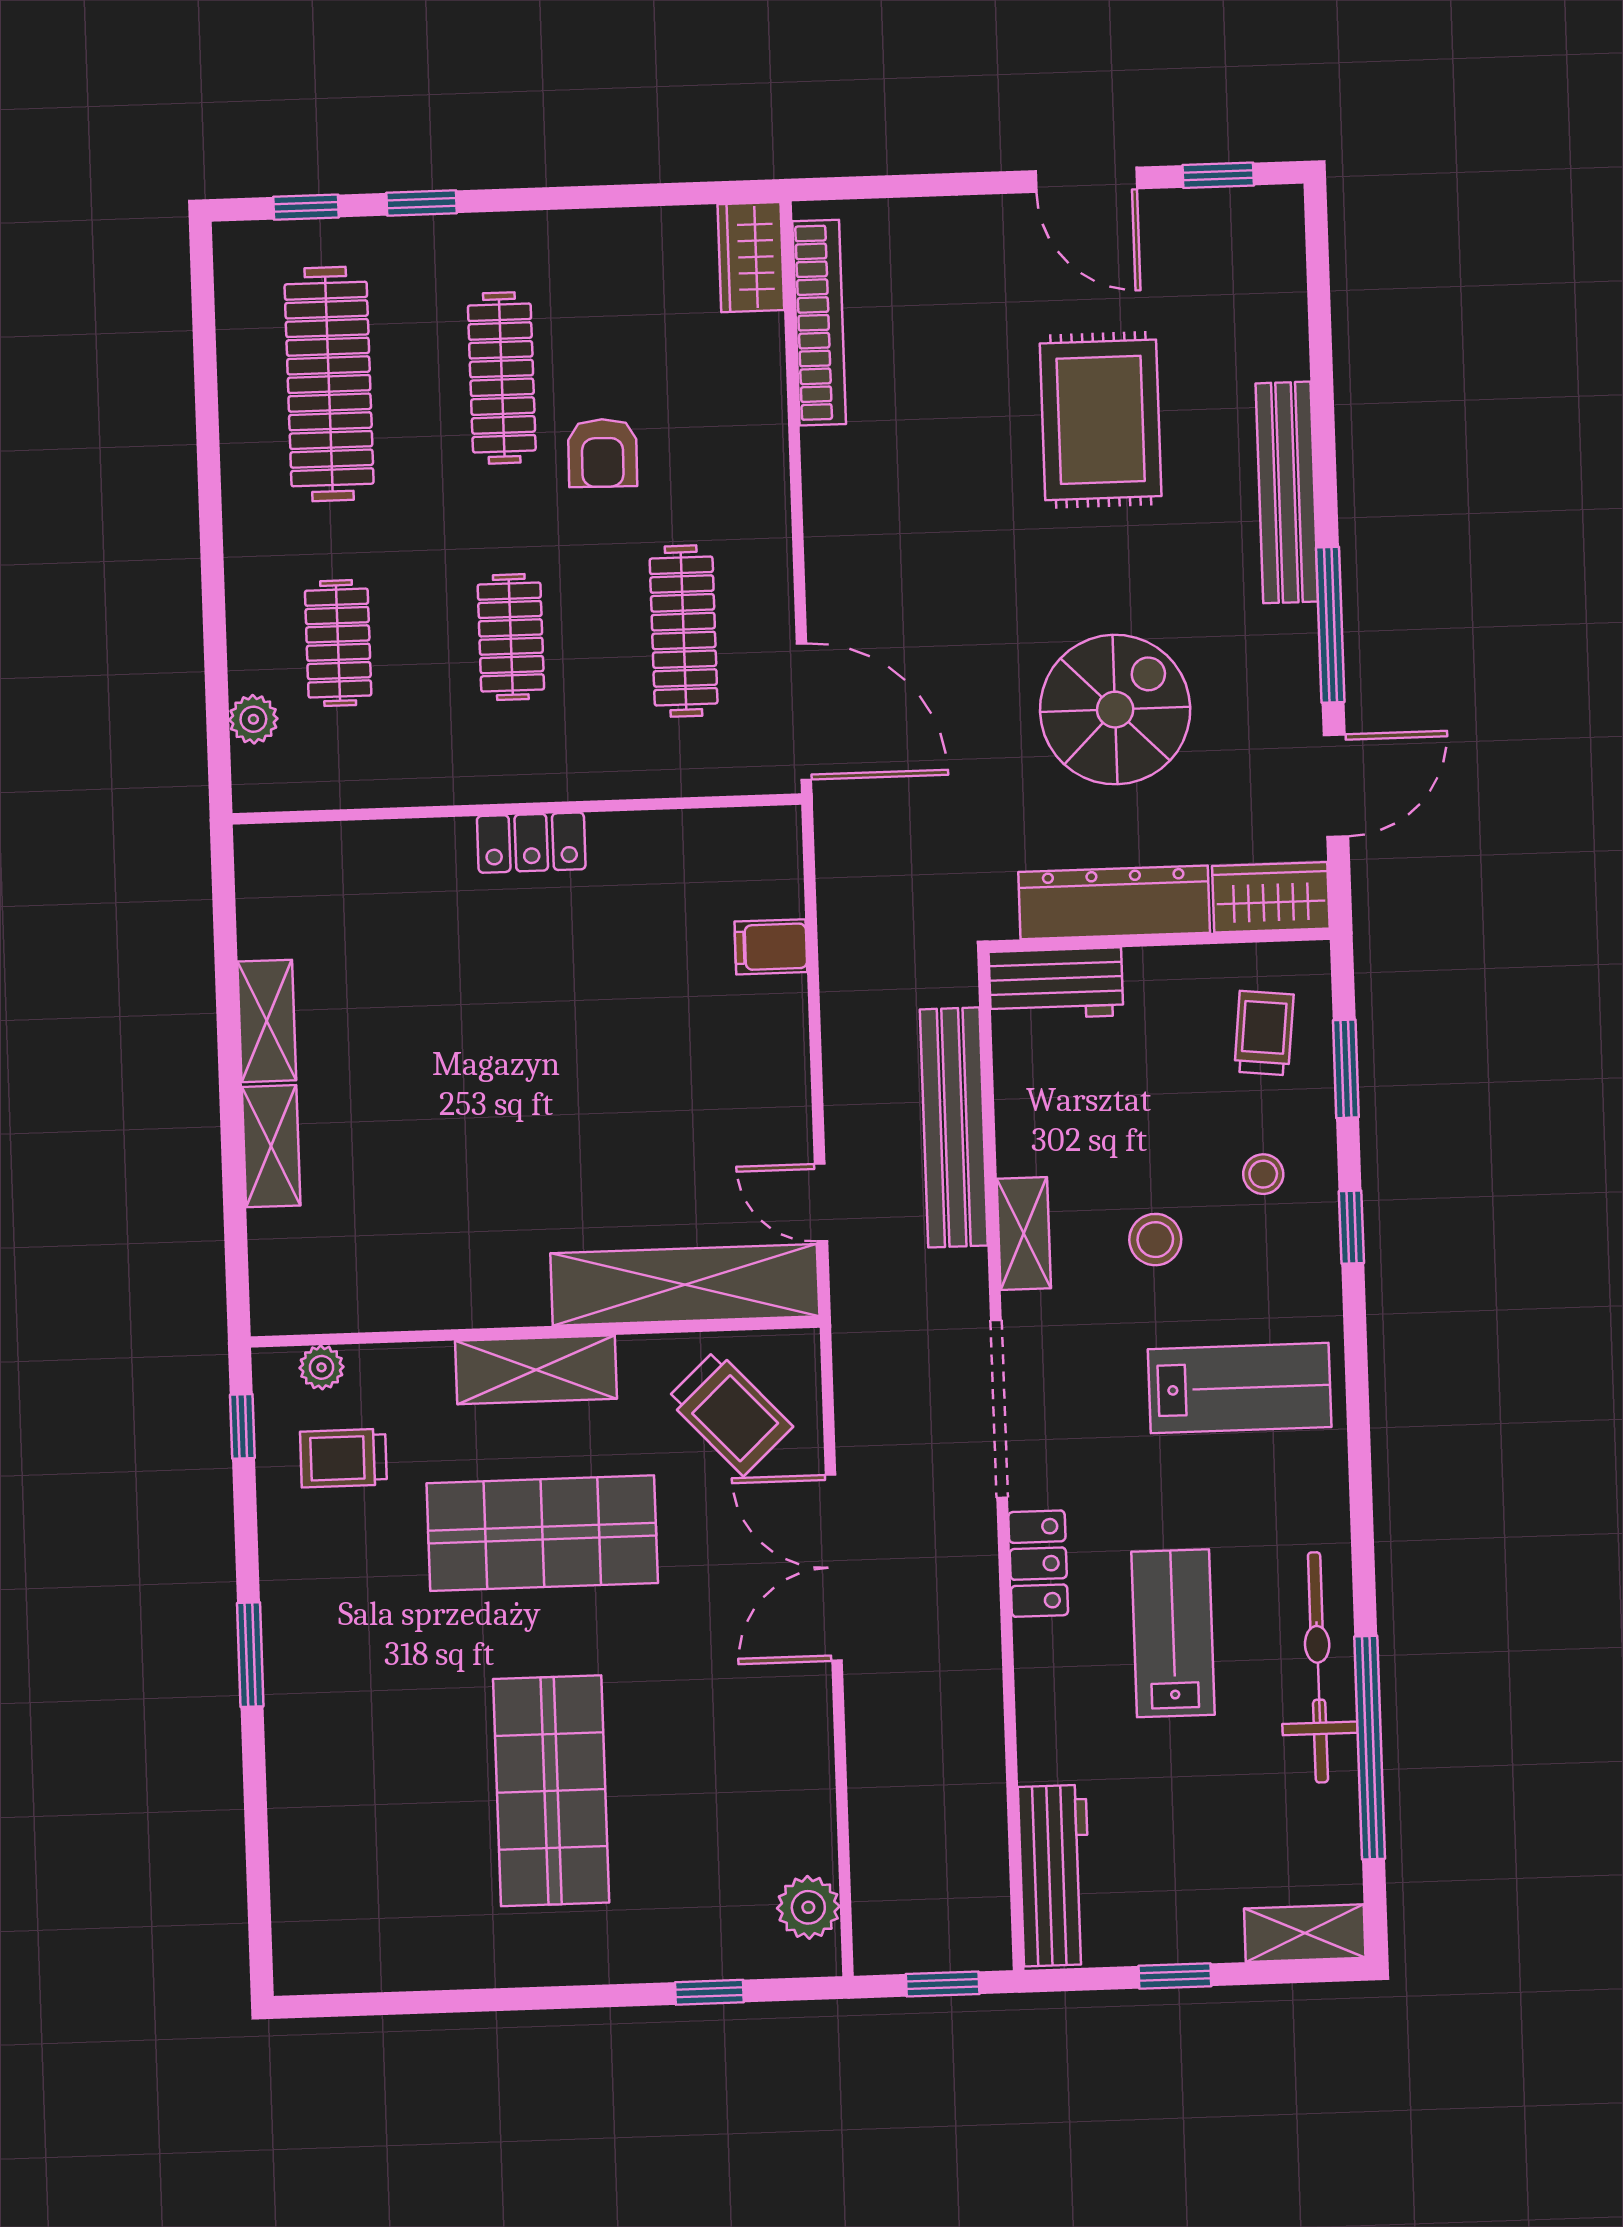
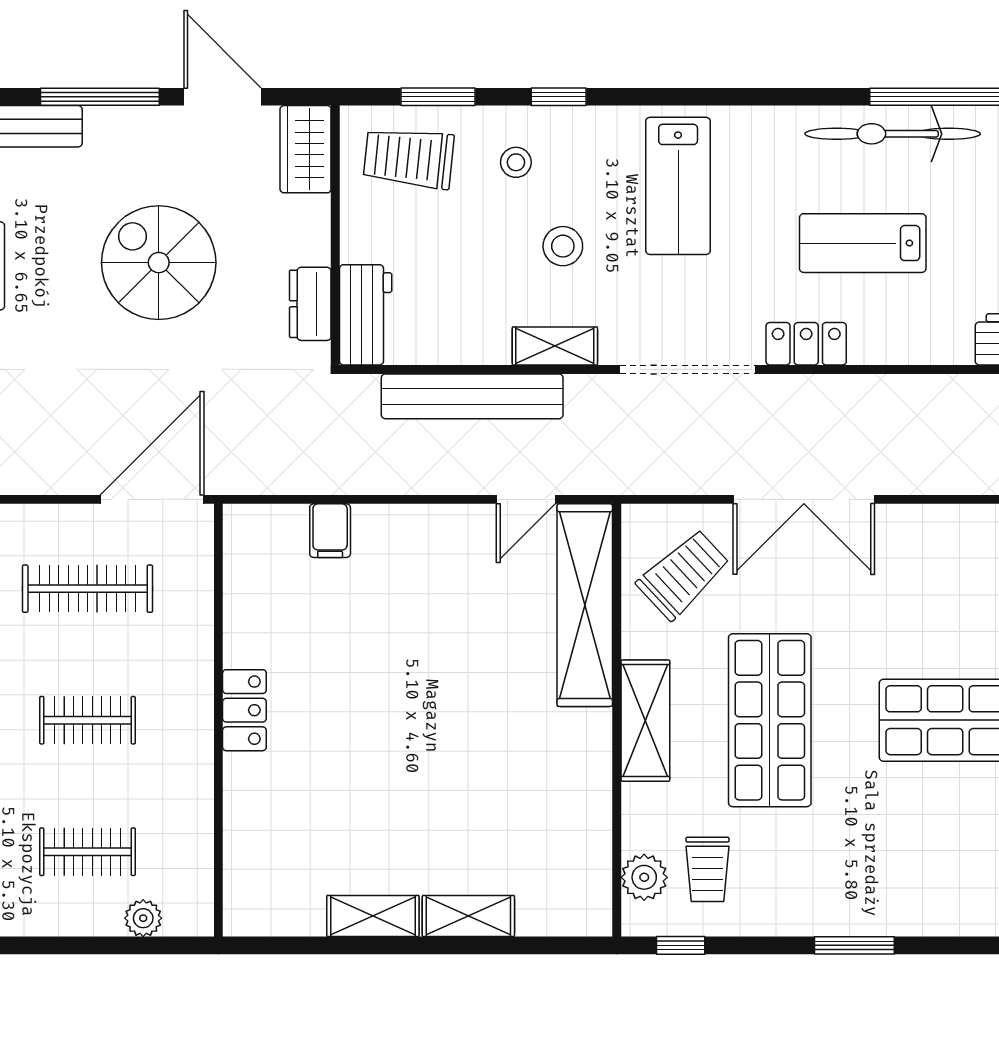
dresser: (1114, 902) -> (310, 304), width x0.51, depth x0.80
trolley: (1264, 1033) -> (409, 158), width x1.36, depth x1.39
plant: (321, 1367) -> (644, 877), width x1.38, depth x1.38
lab bench: (1240, 1388) -> (678, 186), turned 180

